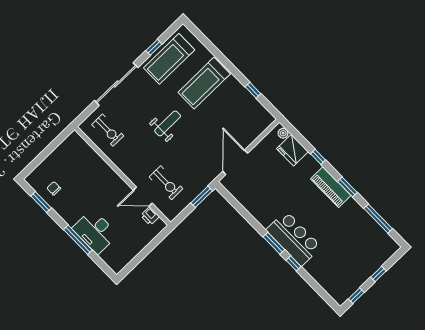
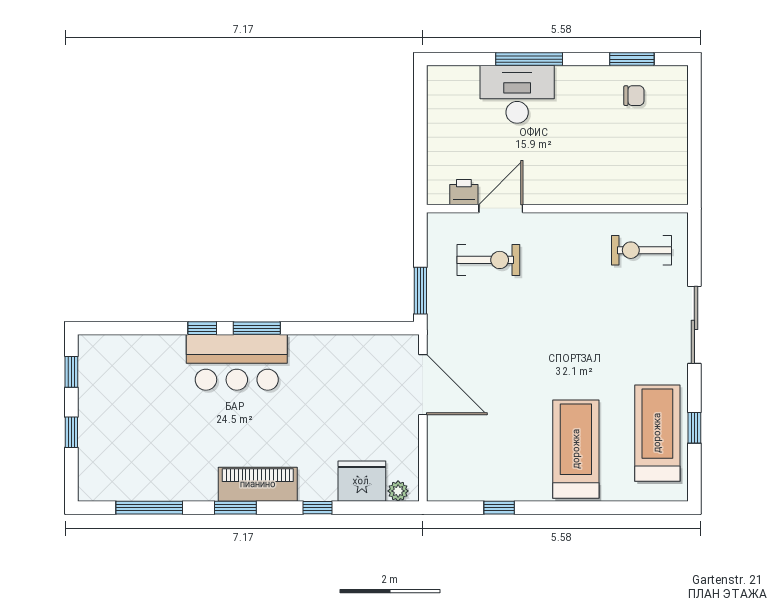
sliding door: (116, 84) -> (694, 325), width x0.73
weight bench: (168, 123) -> (569, 343), removed
exercise bike: (166, 183) -> (488, 260), turned 180

